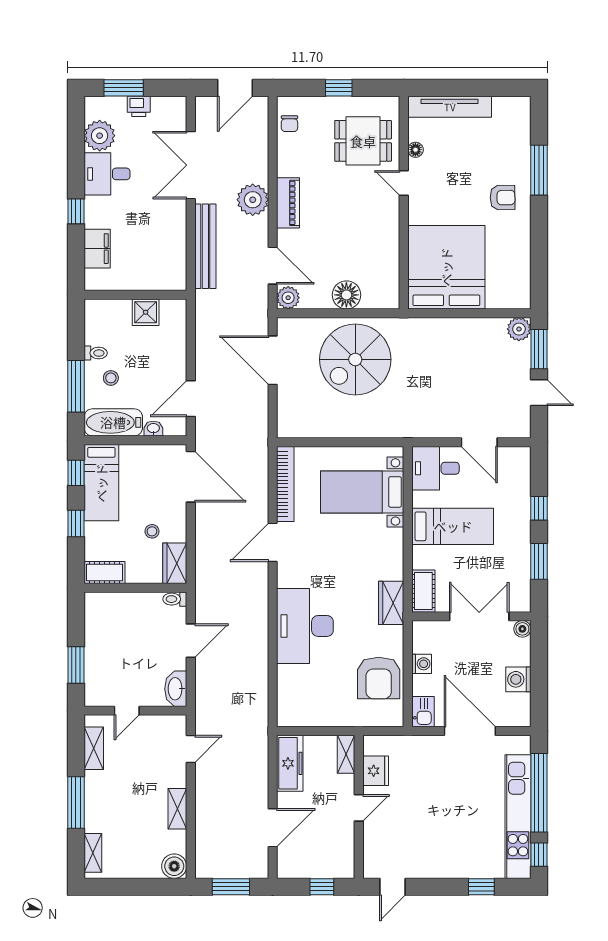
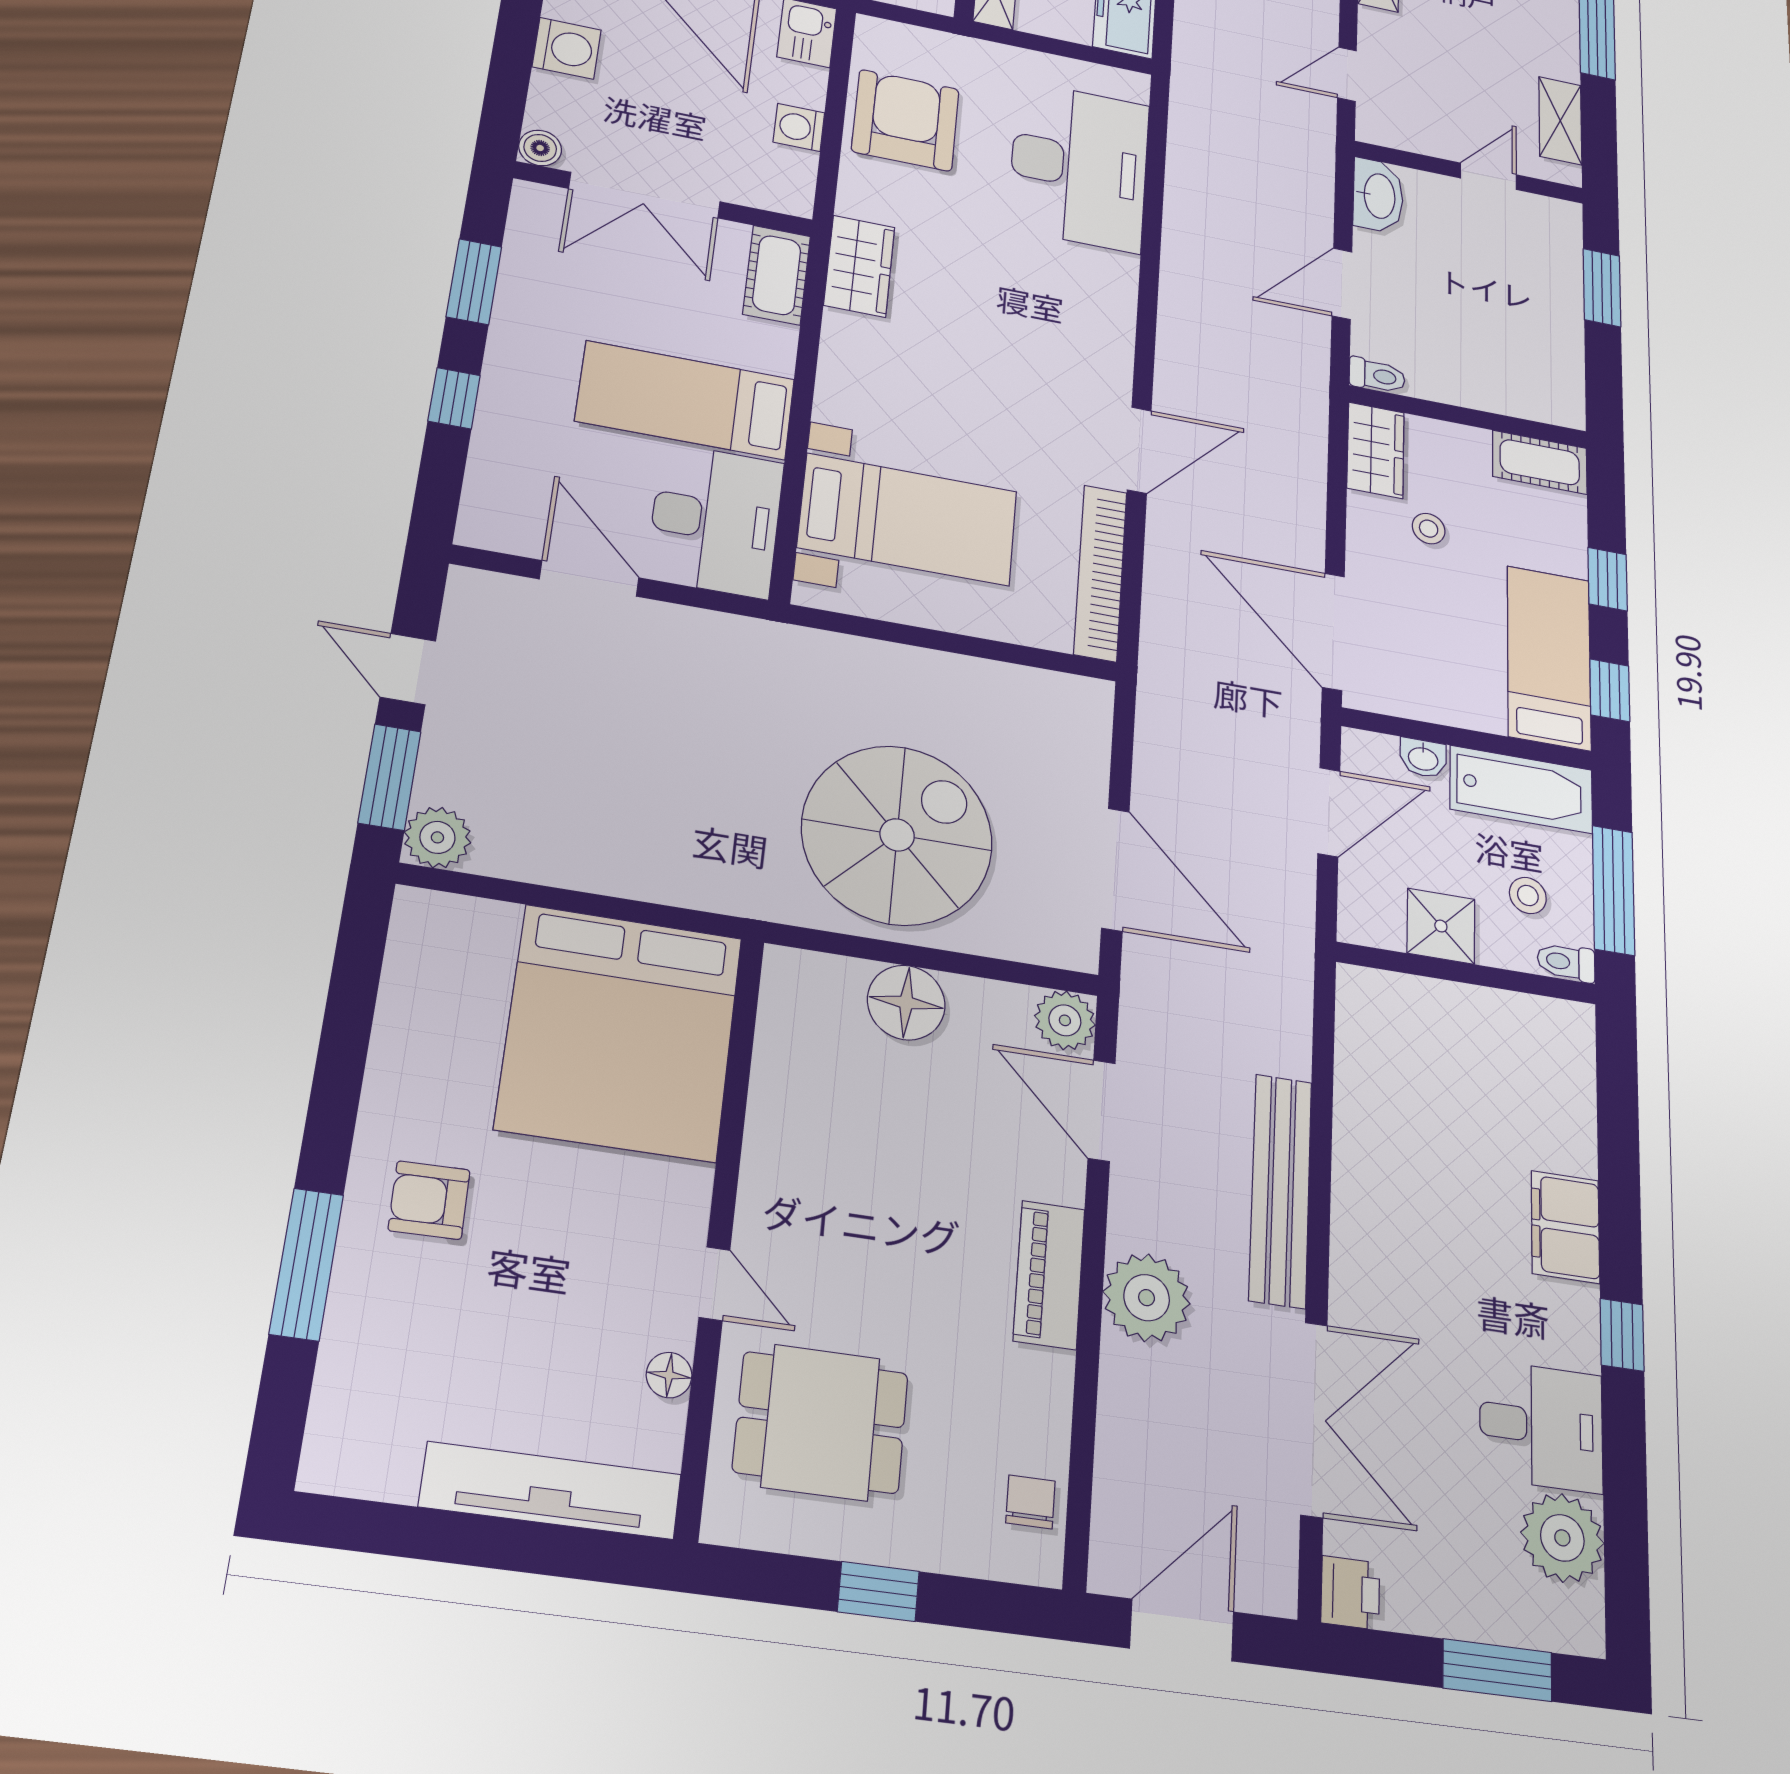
printer: (139, 106) -> (1350, 1593), moved, turned 90
wall: (135, 295) -> (1467, 973), moved
shower: (146, 312) -> (1441, 926), moved
desk: (436, 468) -> (715, 520), width x1.37
desk: (305, 626) -> (1079, 166), moved

